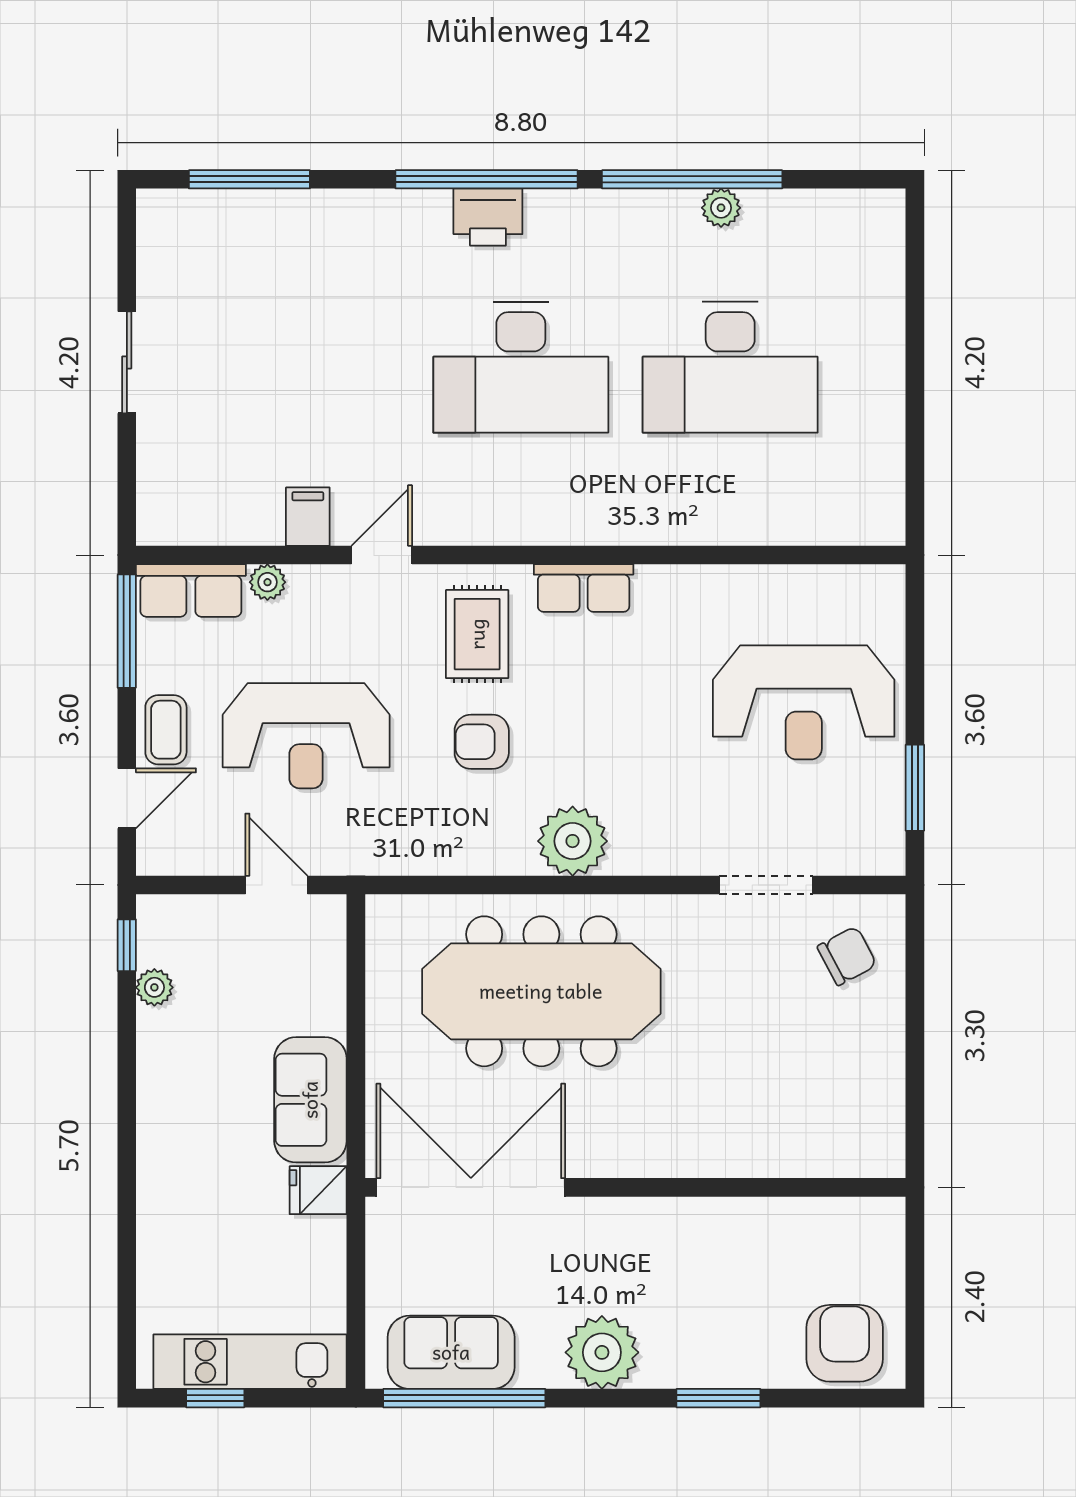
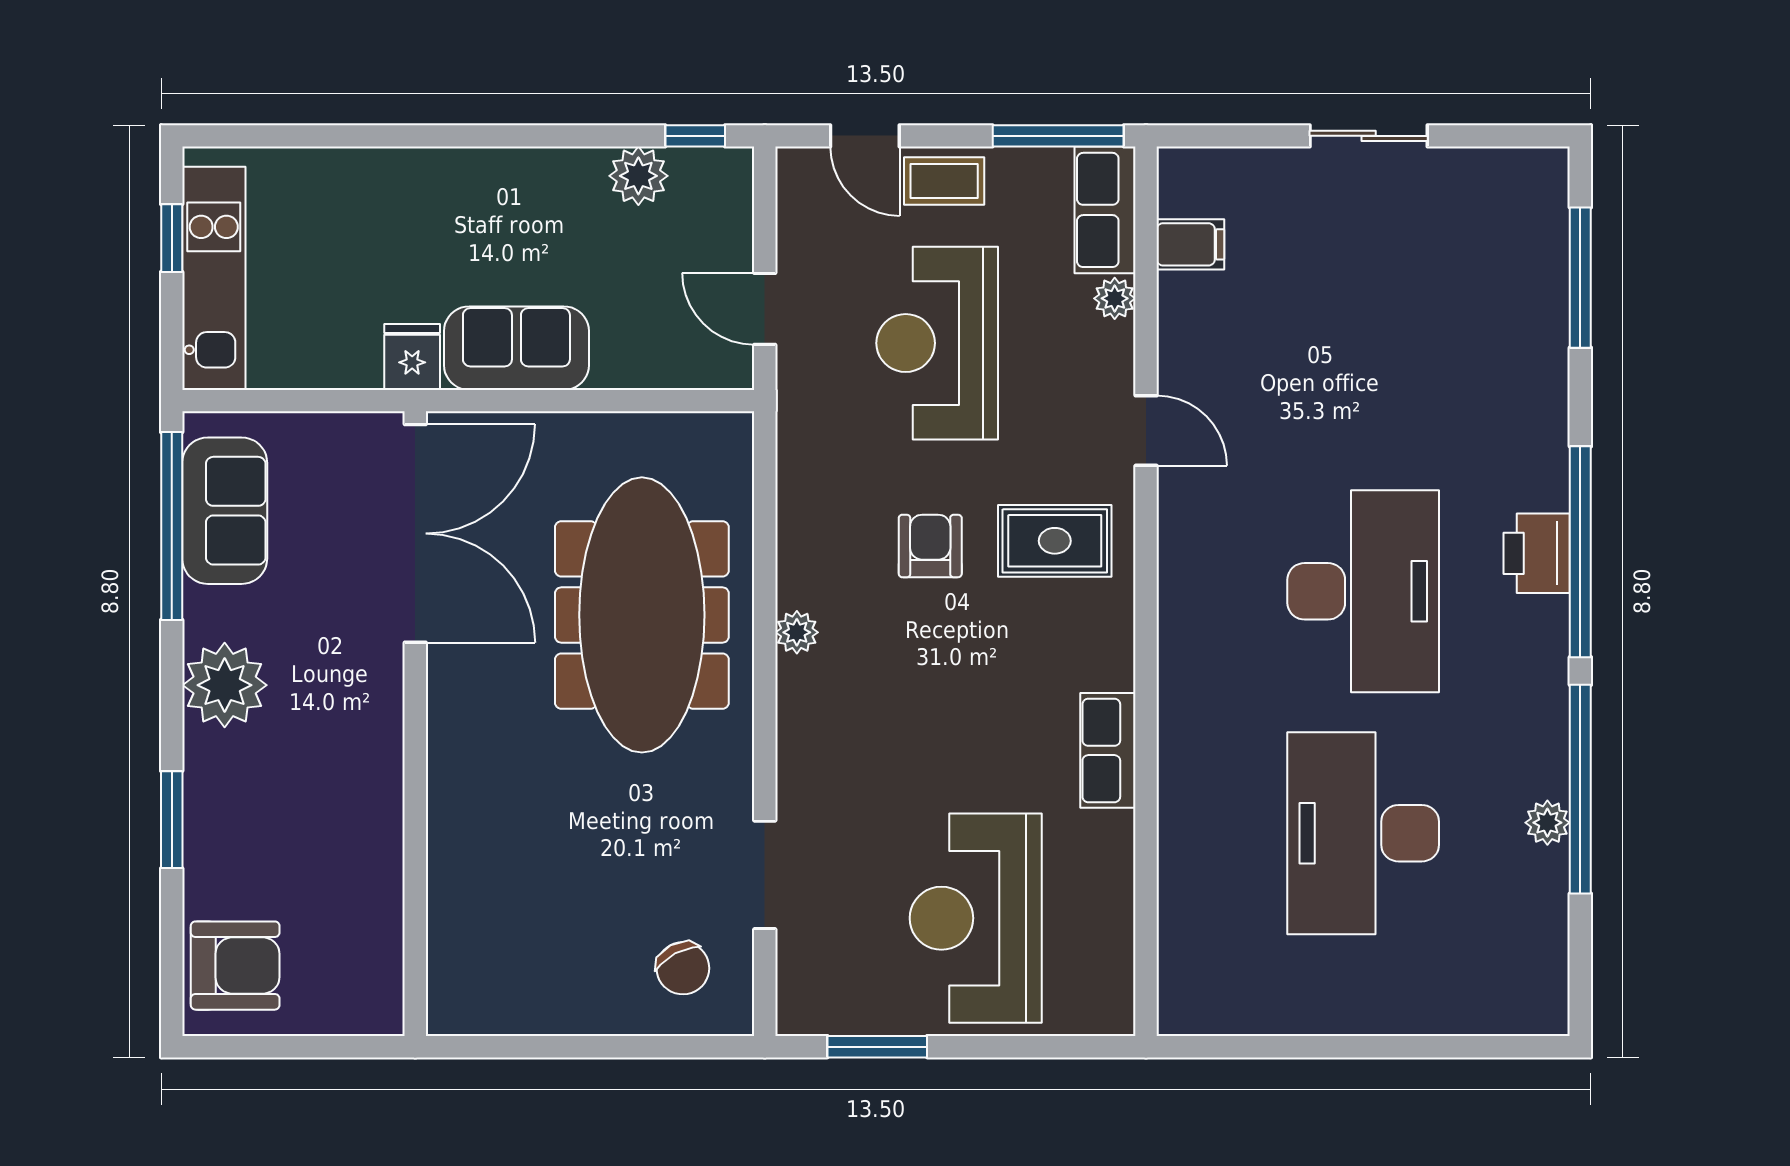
desk: (521, 367) -> (1363, 591), turned 180
filing cabinet: (308, 517) -> (1190, 244), moved
row of seats: (584, 588) -> (1108, 750), moved
plant: (573, 841) -> (797, 632), width x0.53, depth x0.53
door: (276, 885) -> (765, 309), swing flipped
plant: (154, 987) -> (638, 176), width x1.38, depth x1.38

